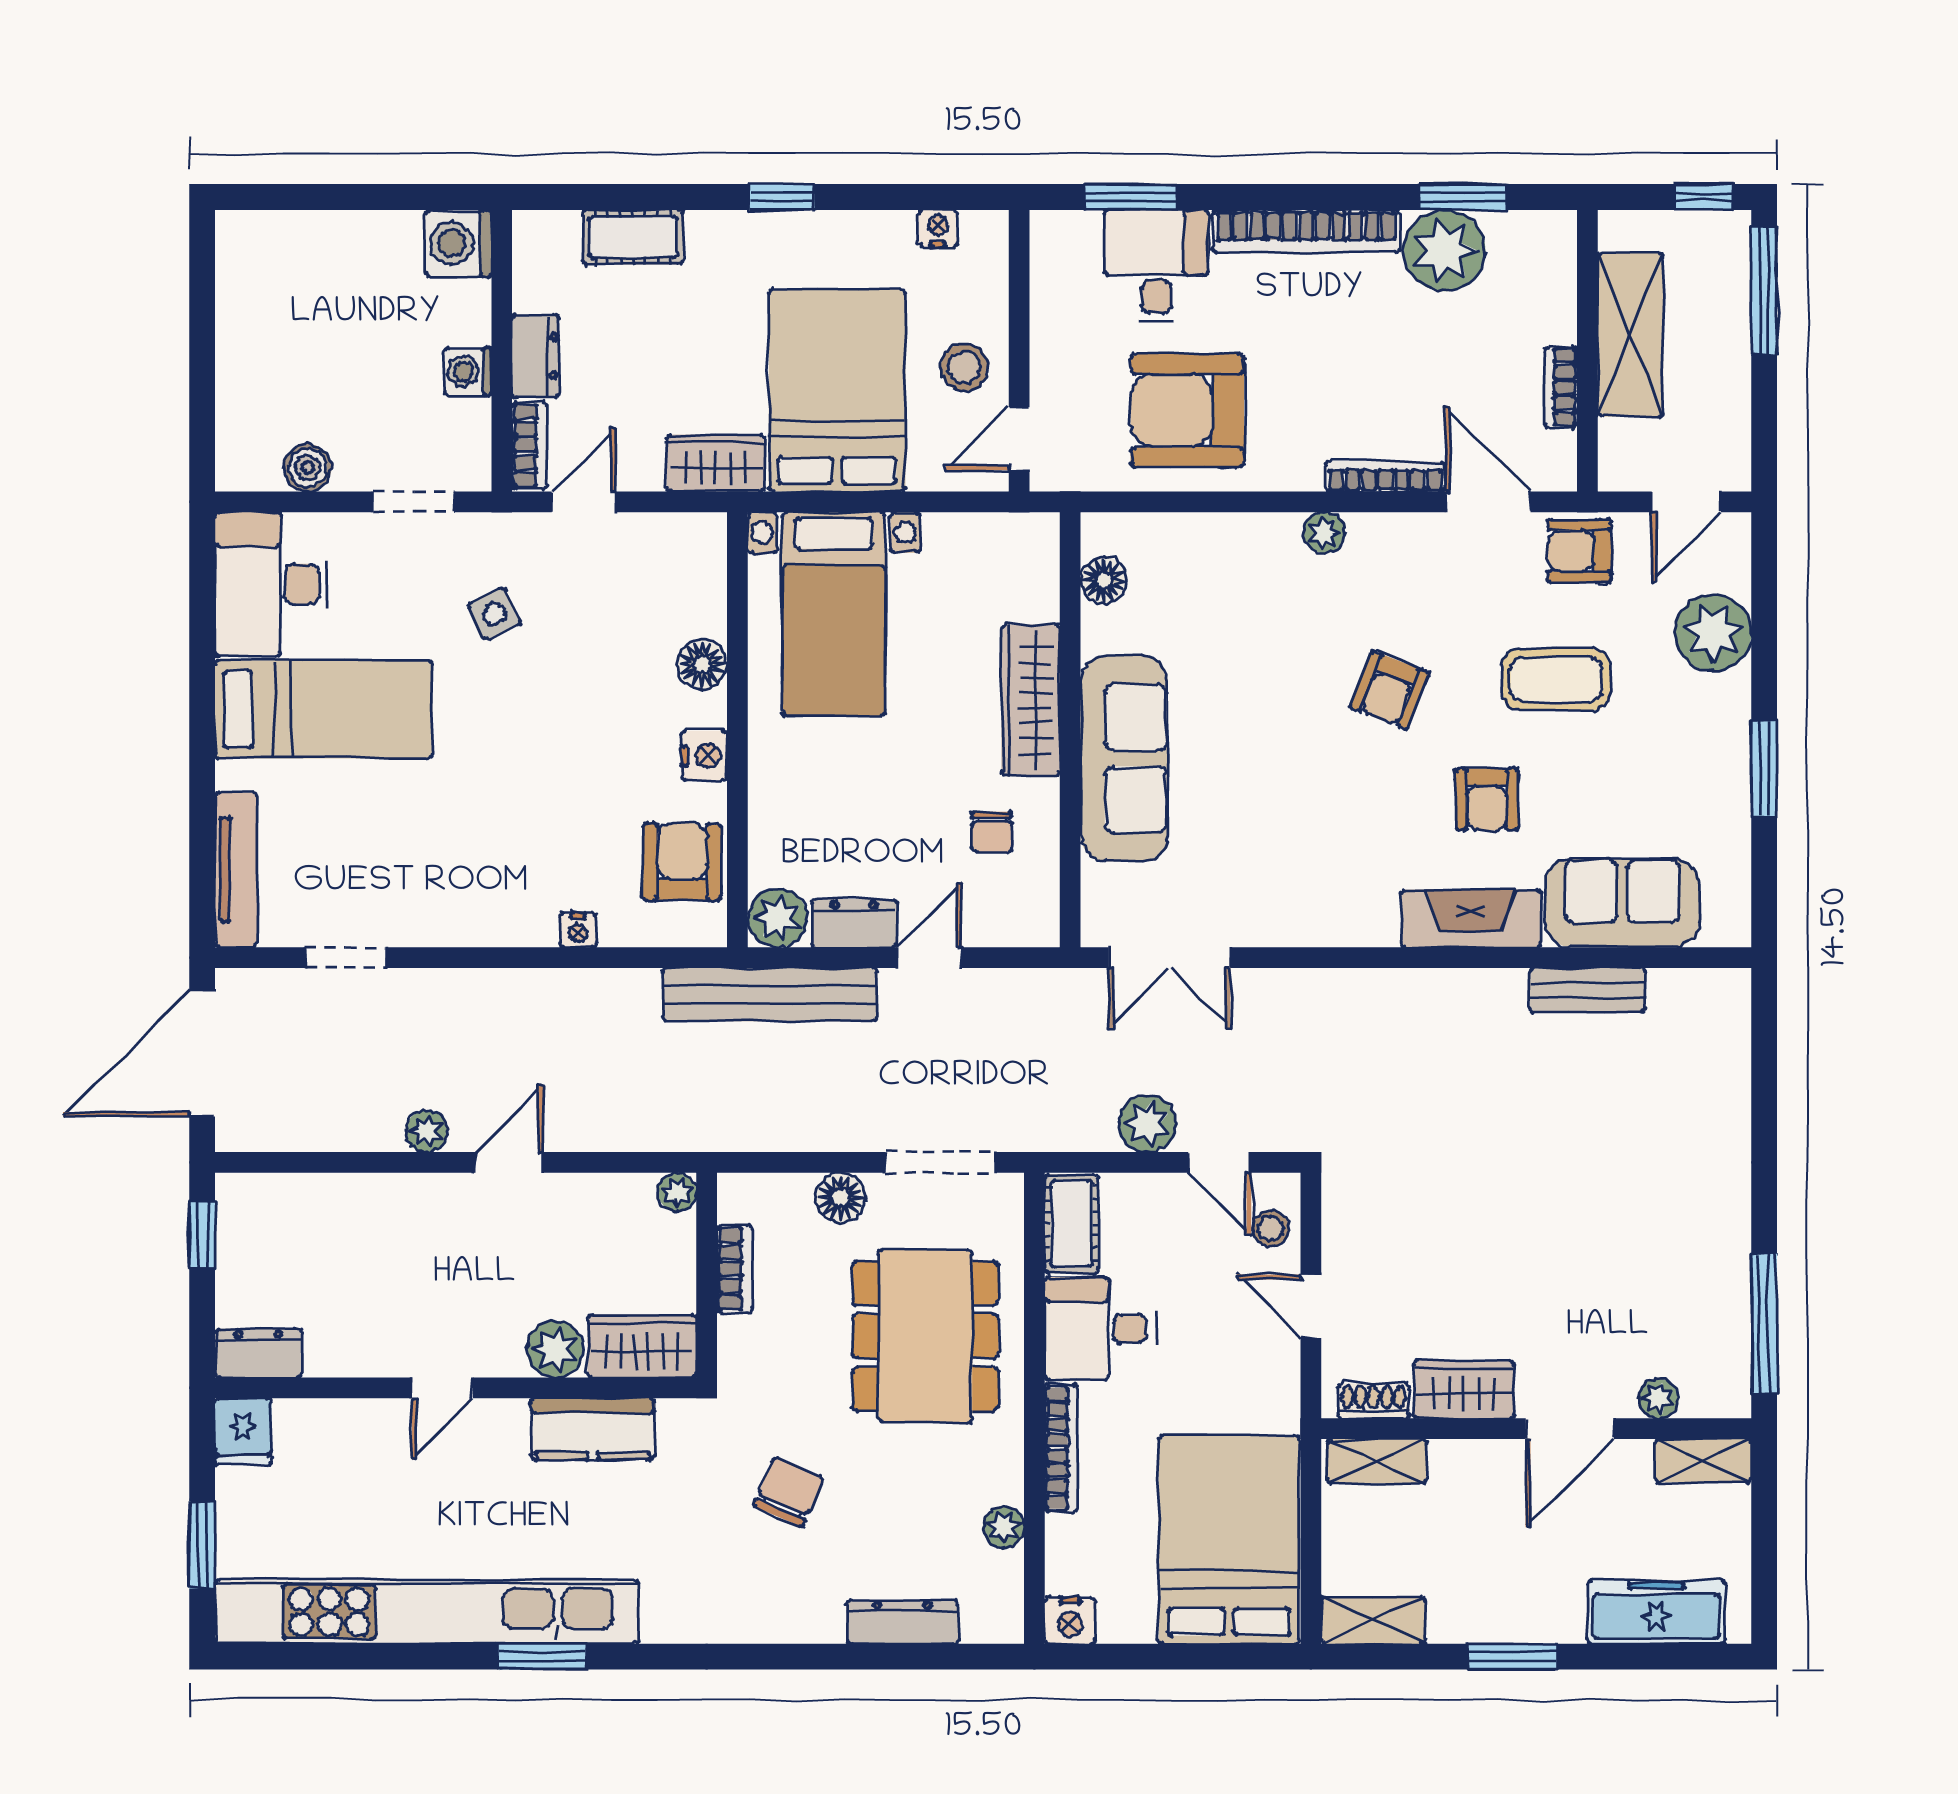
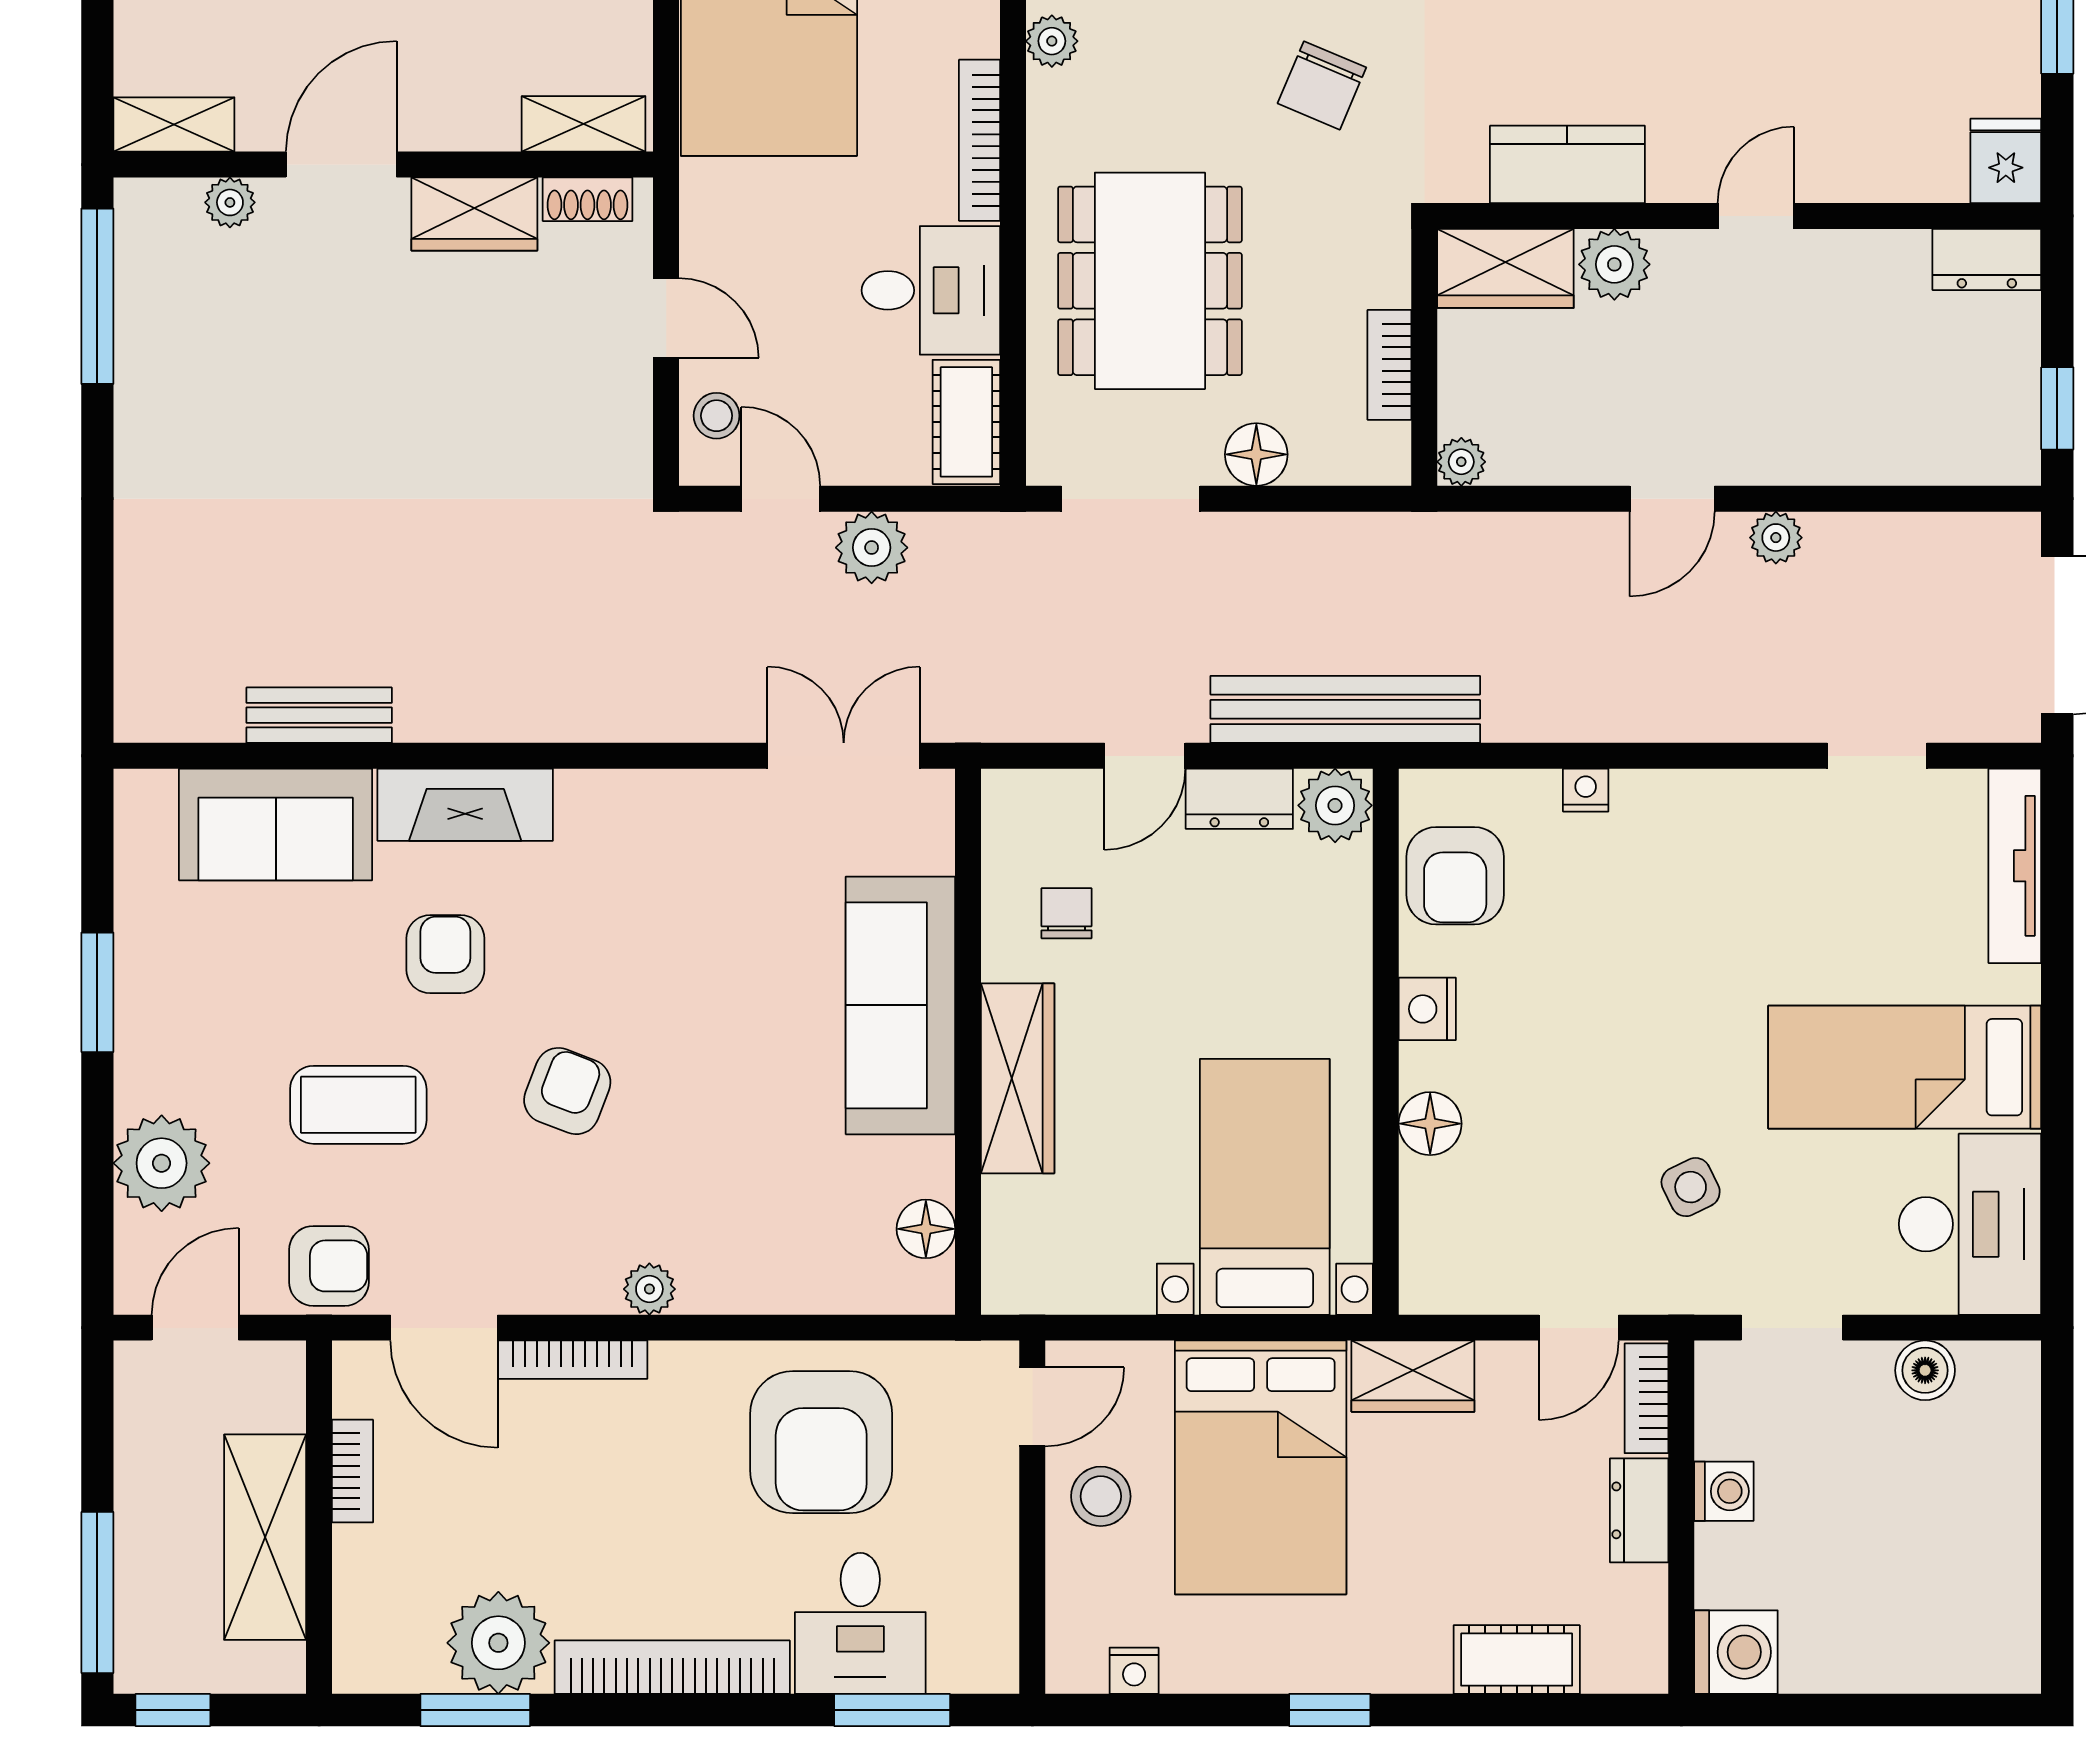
armchair: (1187, 410) -> (821, 1442), turned 90

